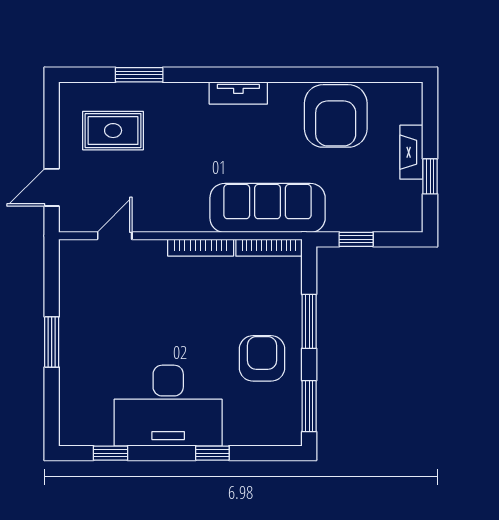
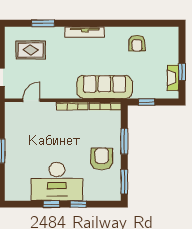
tv unit: (238, 93) -> (85, 32), width x1.41
armchair: (336, 116) -> (137, 43), width x0.53, depth x0.53
fireplace: (411, 152) -> (173, 78), moved
window: (110, 453) -> (51, 204), moved

